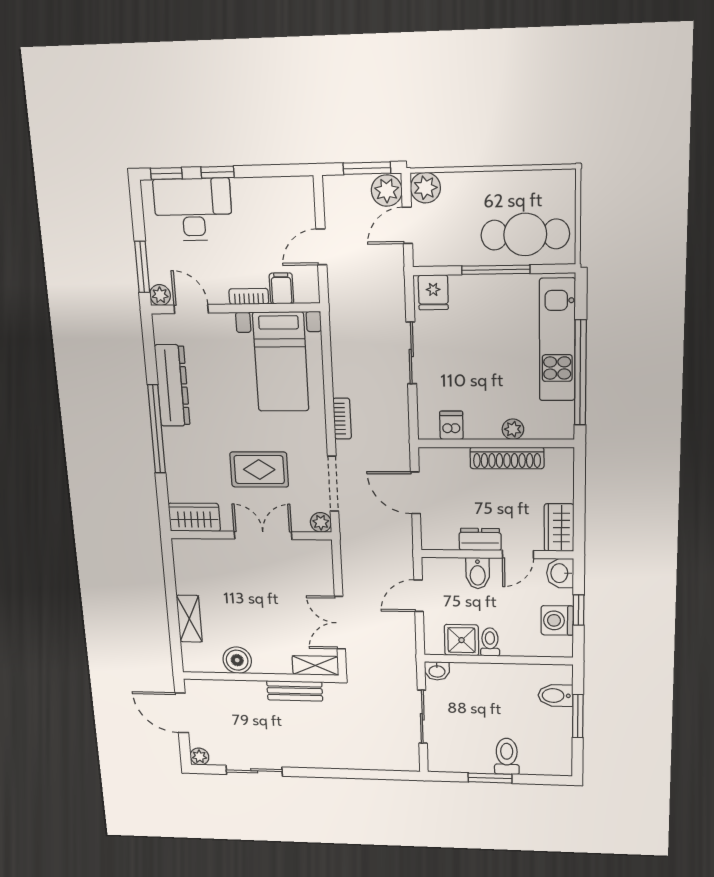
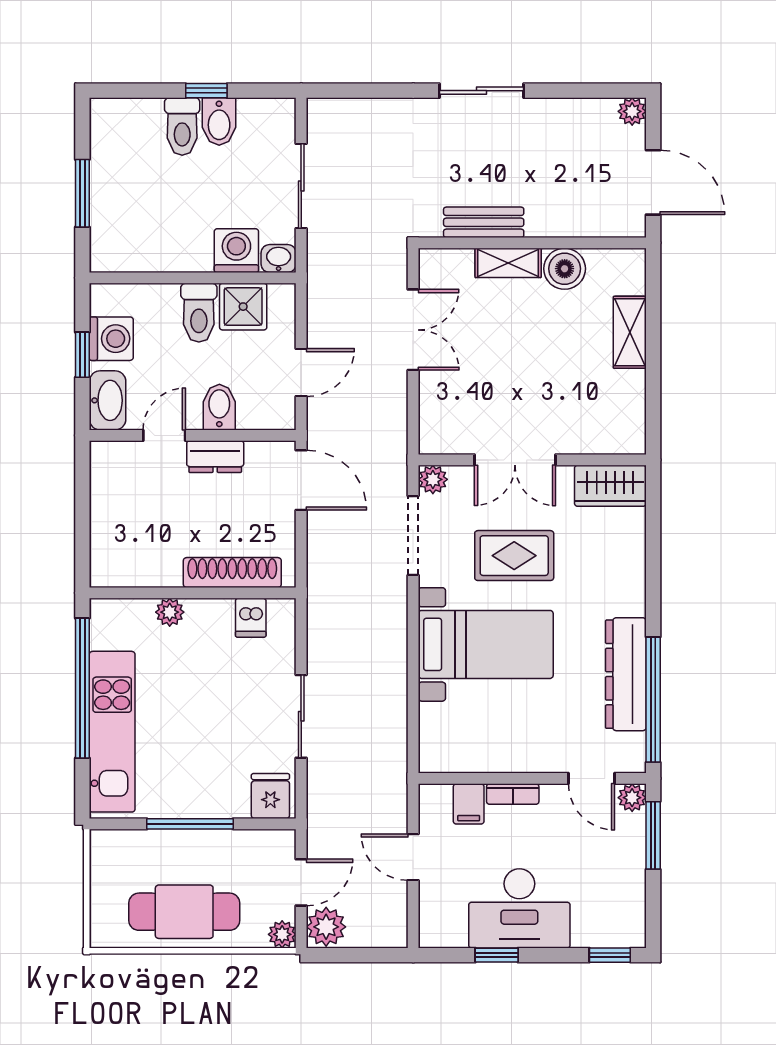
window: (367, 168) -> (350, 955), removed
window: (217, 172) -> (497, 955), moved
plant: (425, 188) -> (282, 934), width x0.73, depth x0.73
desk: (193, 210) -> (519, 908), moved
cafe table: (525, 234) -> (184, 912), moved
door: (321, 247) -> (413, 857), swing flipped
bed with nightstands: (281, 362) -> (486, 644), moved, turned 90
bookcase: (342, 419) -> (397, 627), removed
window: (157, 429) -> (653, 700), moved
shoe rack: (507, 458) -> (232, 573), moved
door: (415, 493) -> (301, 480), moved
wardrobe: (559, 528) -> (109, 475), removed
washbasin: (560, 573) -> (108, 400), width x1.38
toilet: (490, 642) -> (199, 313), width x1.37, depth x1.39
shelving: (315, 666) -> (508, 263), moved
washing machine: (467, 677) -> (236, 251), added
bidet: (555, 696) -> (219, 121), moved, turned 90
sliding door: (254, 771) -> (481, 91), moved
window: (490, 778) -> (206, 91), width x0.67

